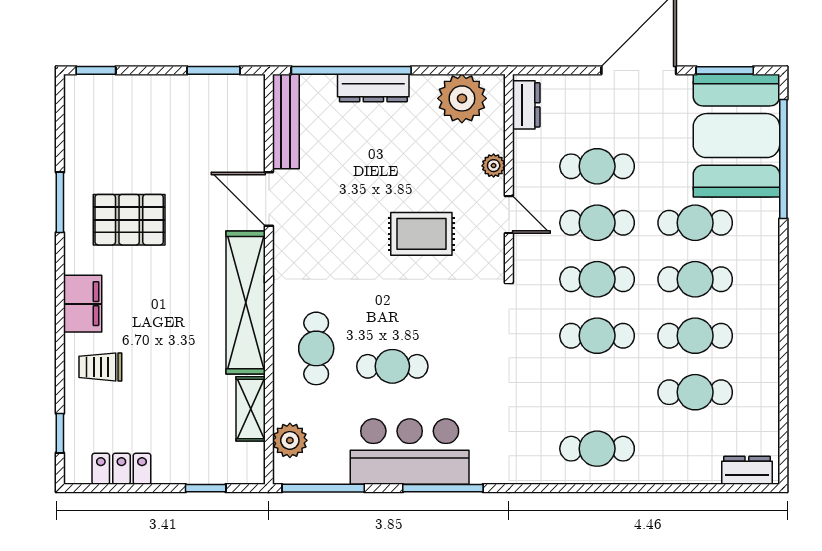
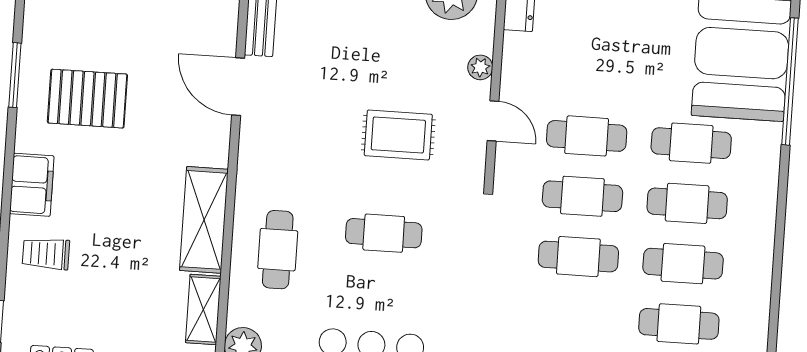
cafe table: (597, 166) -> (591, 76), removed
shelving: (246, 303) -> (204, 220), width x0.68
cafe table: (392, 366) -> (384, 233), moved

